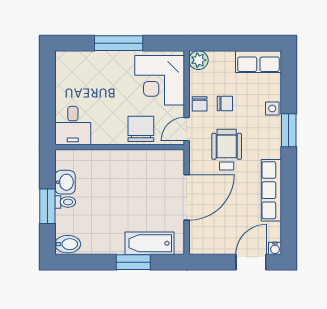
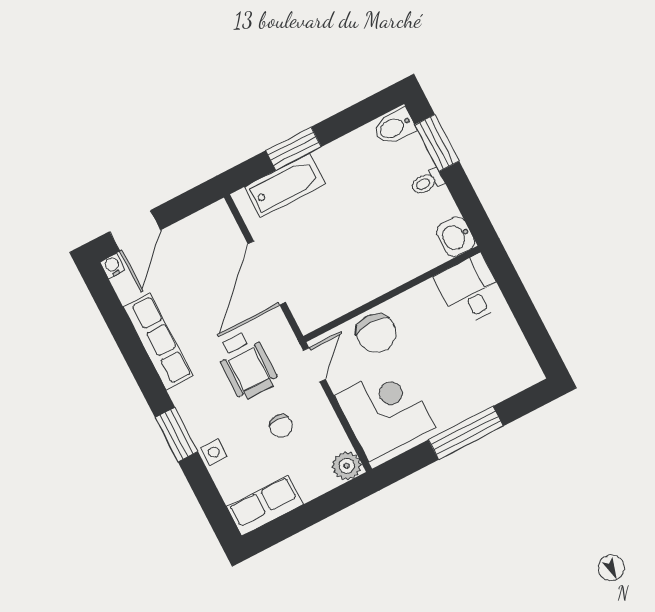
chair: (200, 104) -> (315, 408), removed
chair: (225, 104) -> (281, 426), turned -90
washbasin: (65, 182) -> (456, 237), moved
window: (47, 206) -> (437, 143), moved

